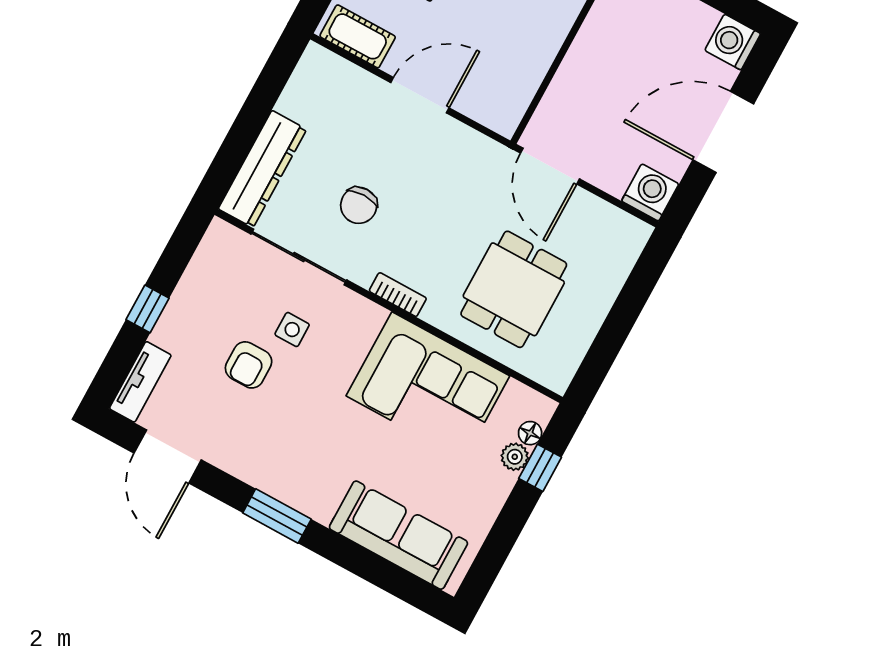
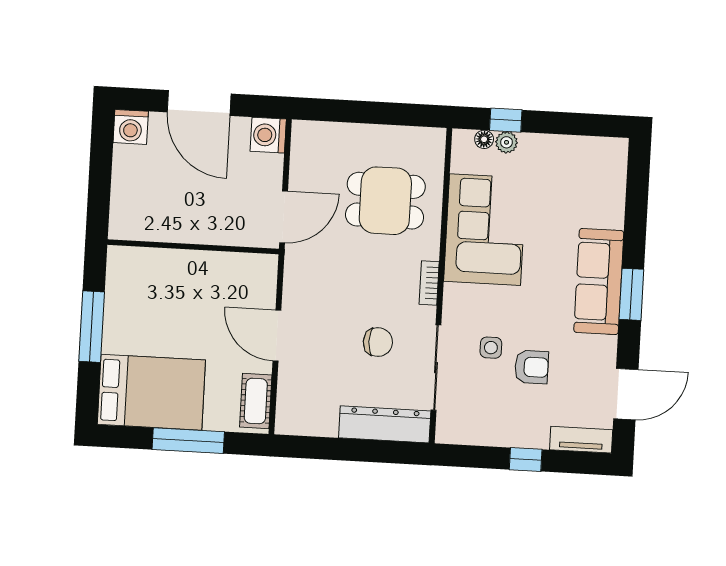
sofa: (398, 535) -> (599, 281), moved

